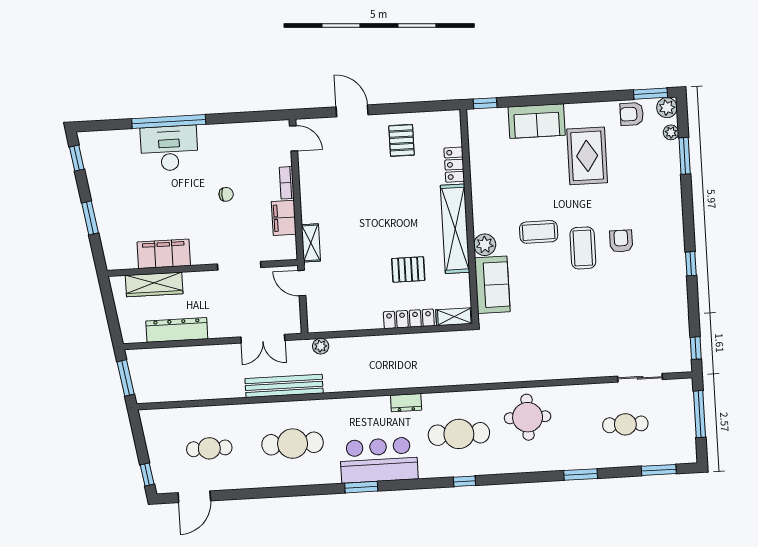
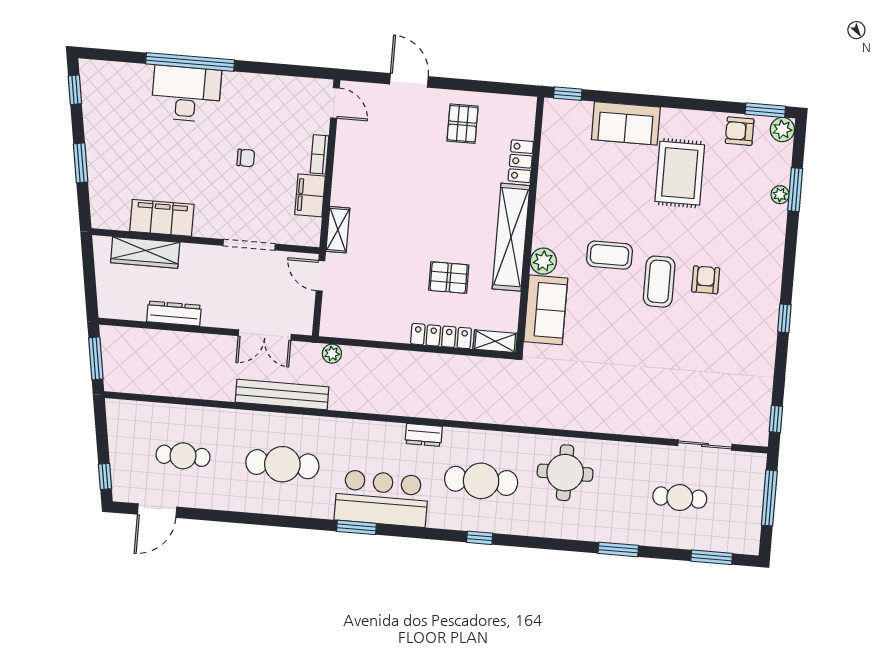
plant: (671, 132) -> (780, 195), moved
dresser: (177, 330) -> (174, 314), width x0.73, depth x0.80

